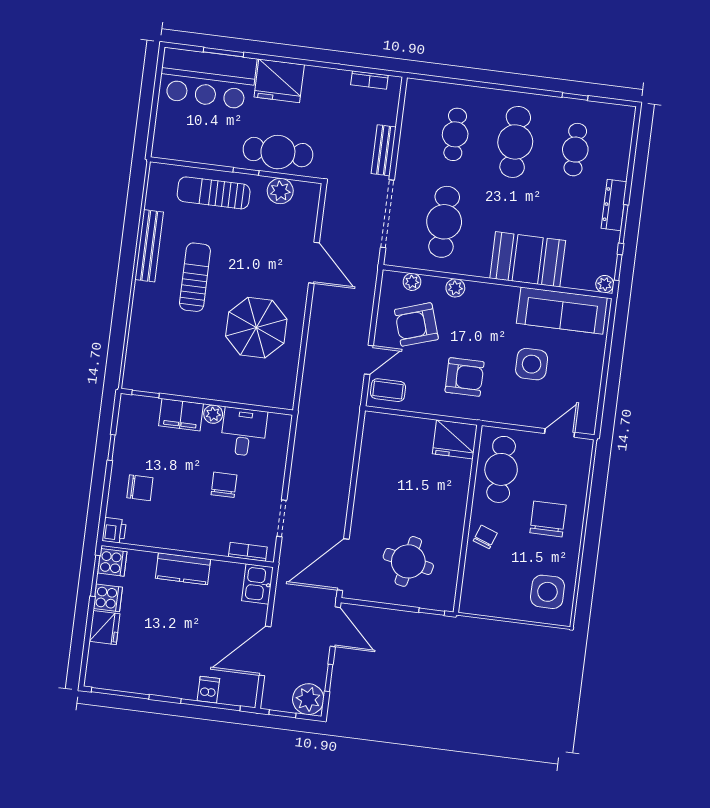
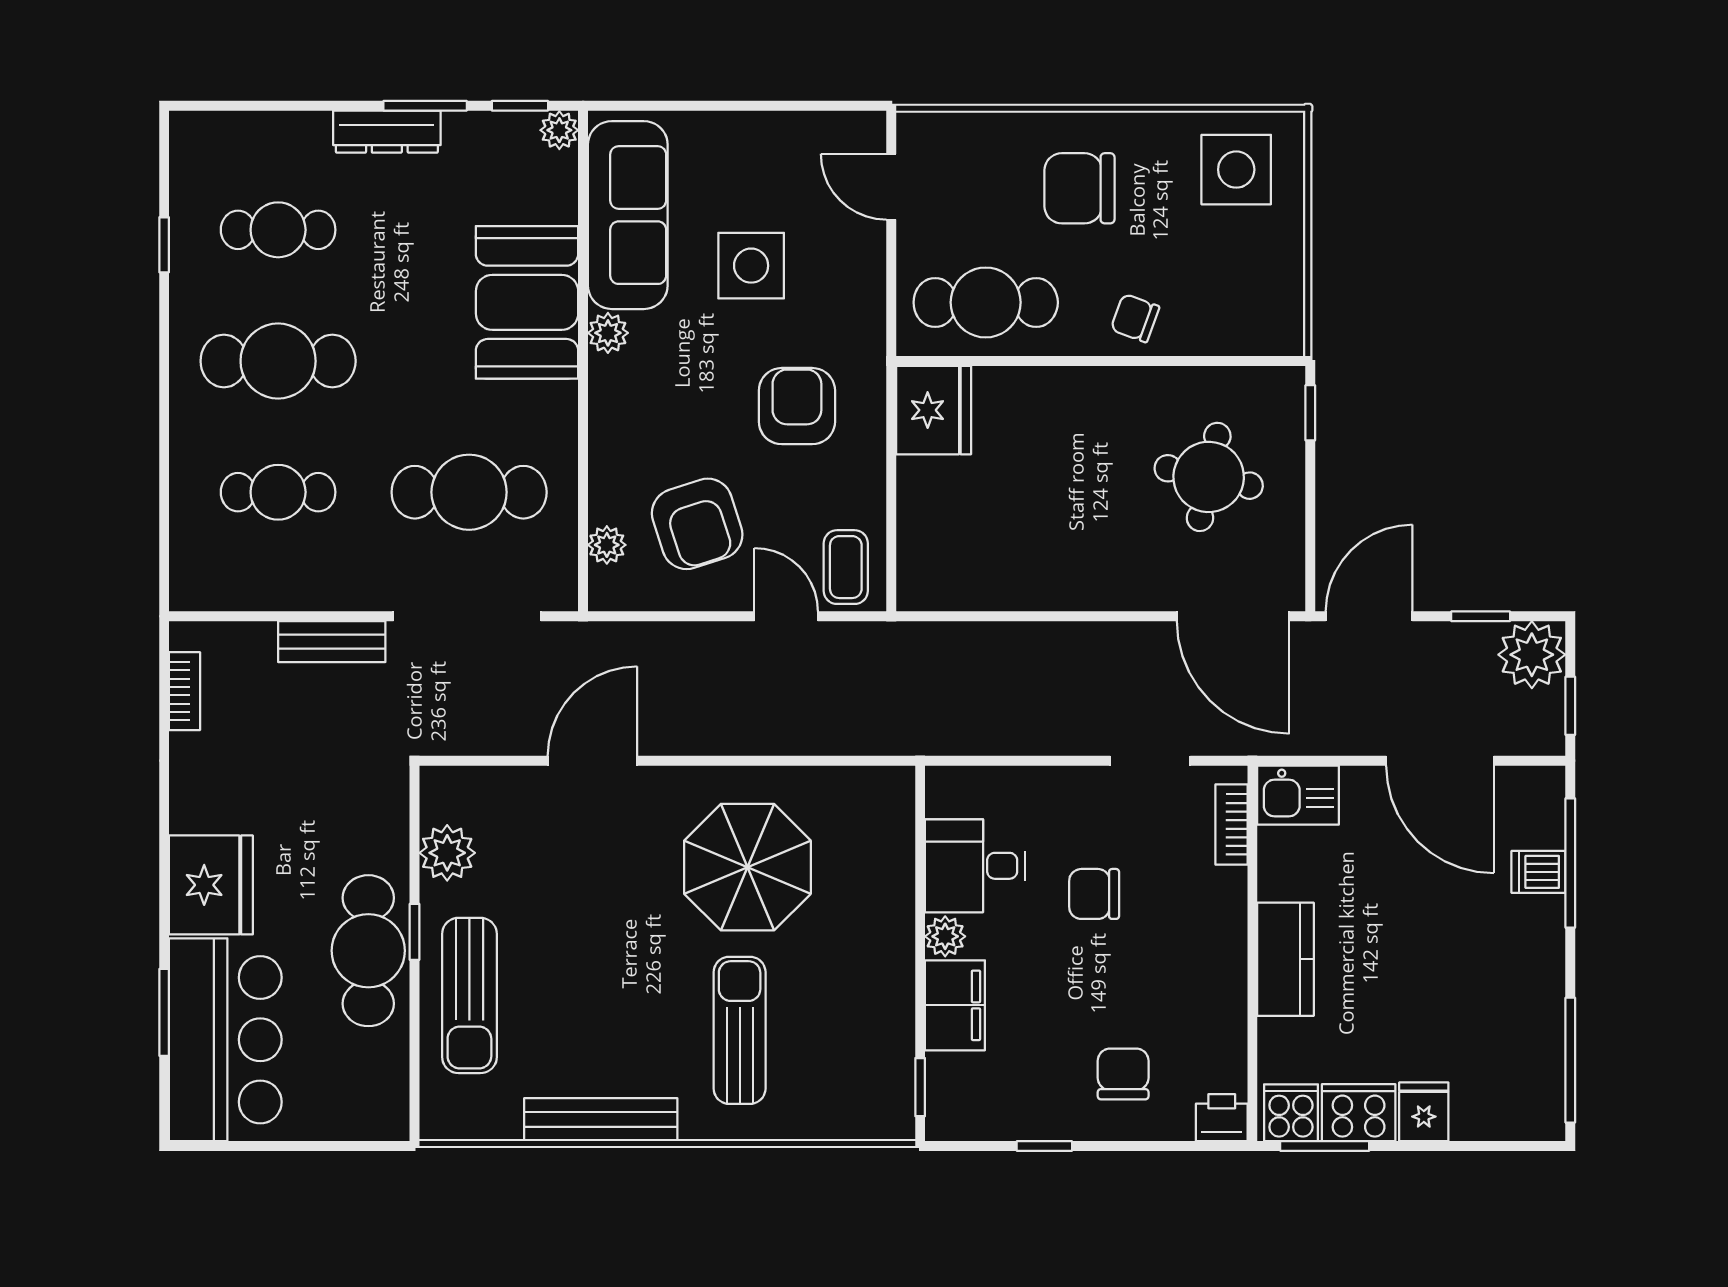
cafe table: (278, 152) -> (368, 951), moved
sun lounger: (195, 277) -> (740, 1030), moved, turned 90
plant: (455, 288) -> (608, 333), moved
cooker: (108, 598) -> (1359, 1113), width x1.36
fridge: (105, 628) -> (1424, 1112), width x0.72

